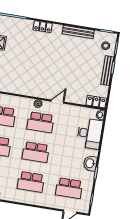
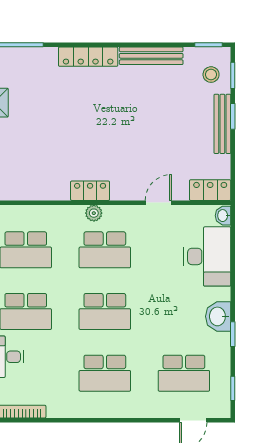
locker: (43, 27) -> (88, 57), width x1.53
locker: (38, 92) -> (90, 191), added
door: (57, 102) -> (158, 203), moved

